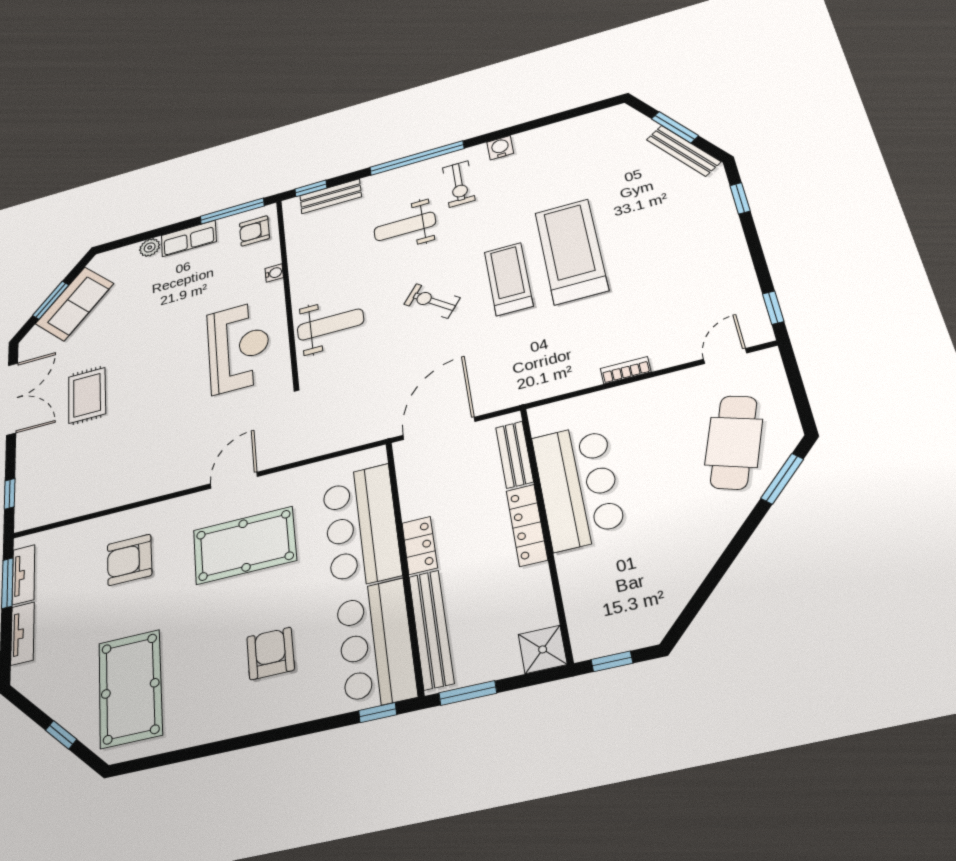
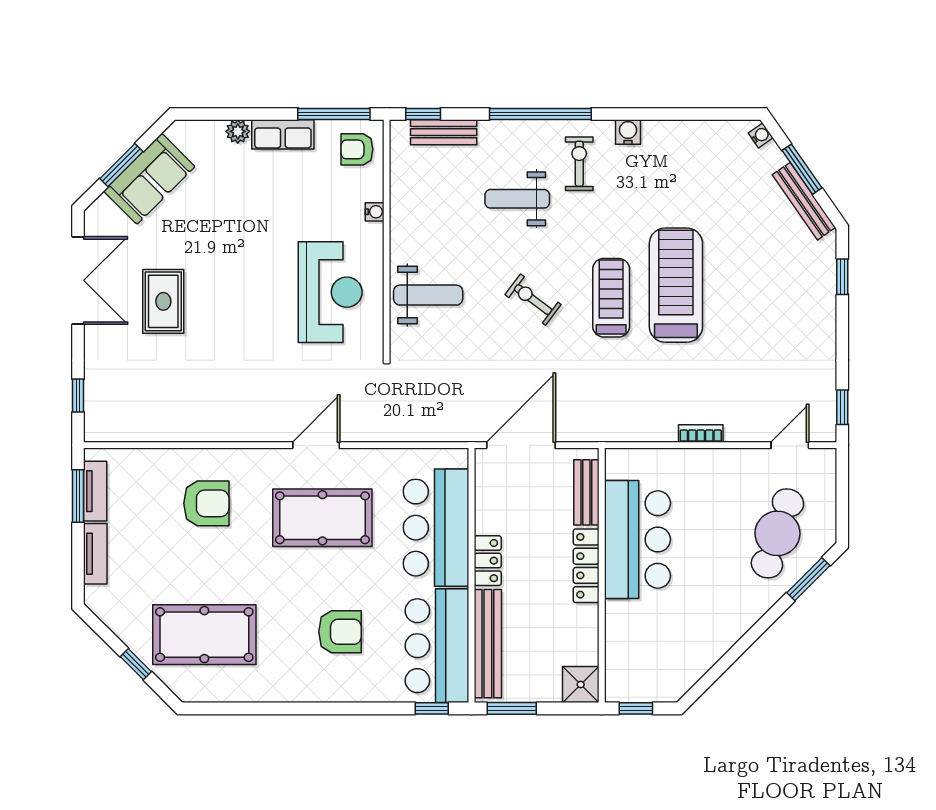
water cooler: (627, 114) -> (761, 135), added
exercise bike: (459, 184) -> (579, 164), turned 180
armchair: (129, 560) -> (206, 503), turned 180
armchair: (270, 653) -> (340, 632), turned 90
pool table: (130, 688) -> (204, 635), turned 90

